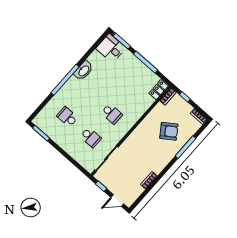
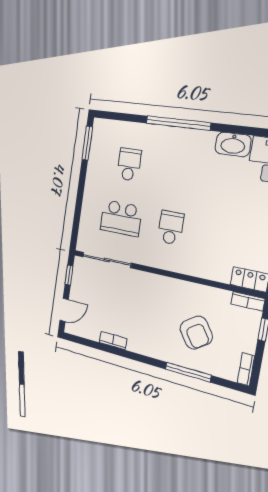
washbasin: (84, 71) -> (233, 144), moved
school desk: (112, 114) -> (171, 228), turned 180
school desk: (91, 137) -> (121, 218), width x1.85
door: (117, 201) -> (64, 310), swing flipped

